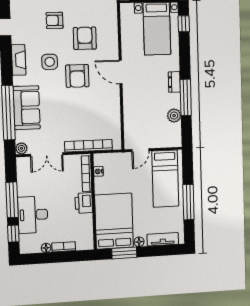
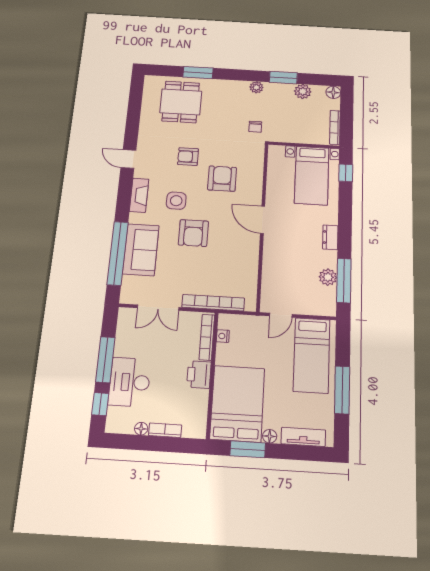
armchair: (77, 76) -> (193, 233), moved
window: (186, 97) -> (344, 280), moved
plant: (21, 148) -> (127, 297), removed

